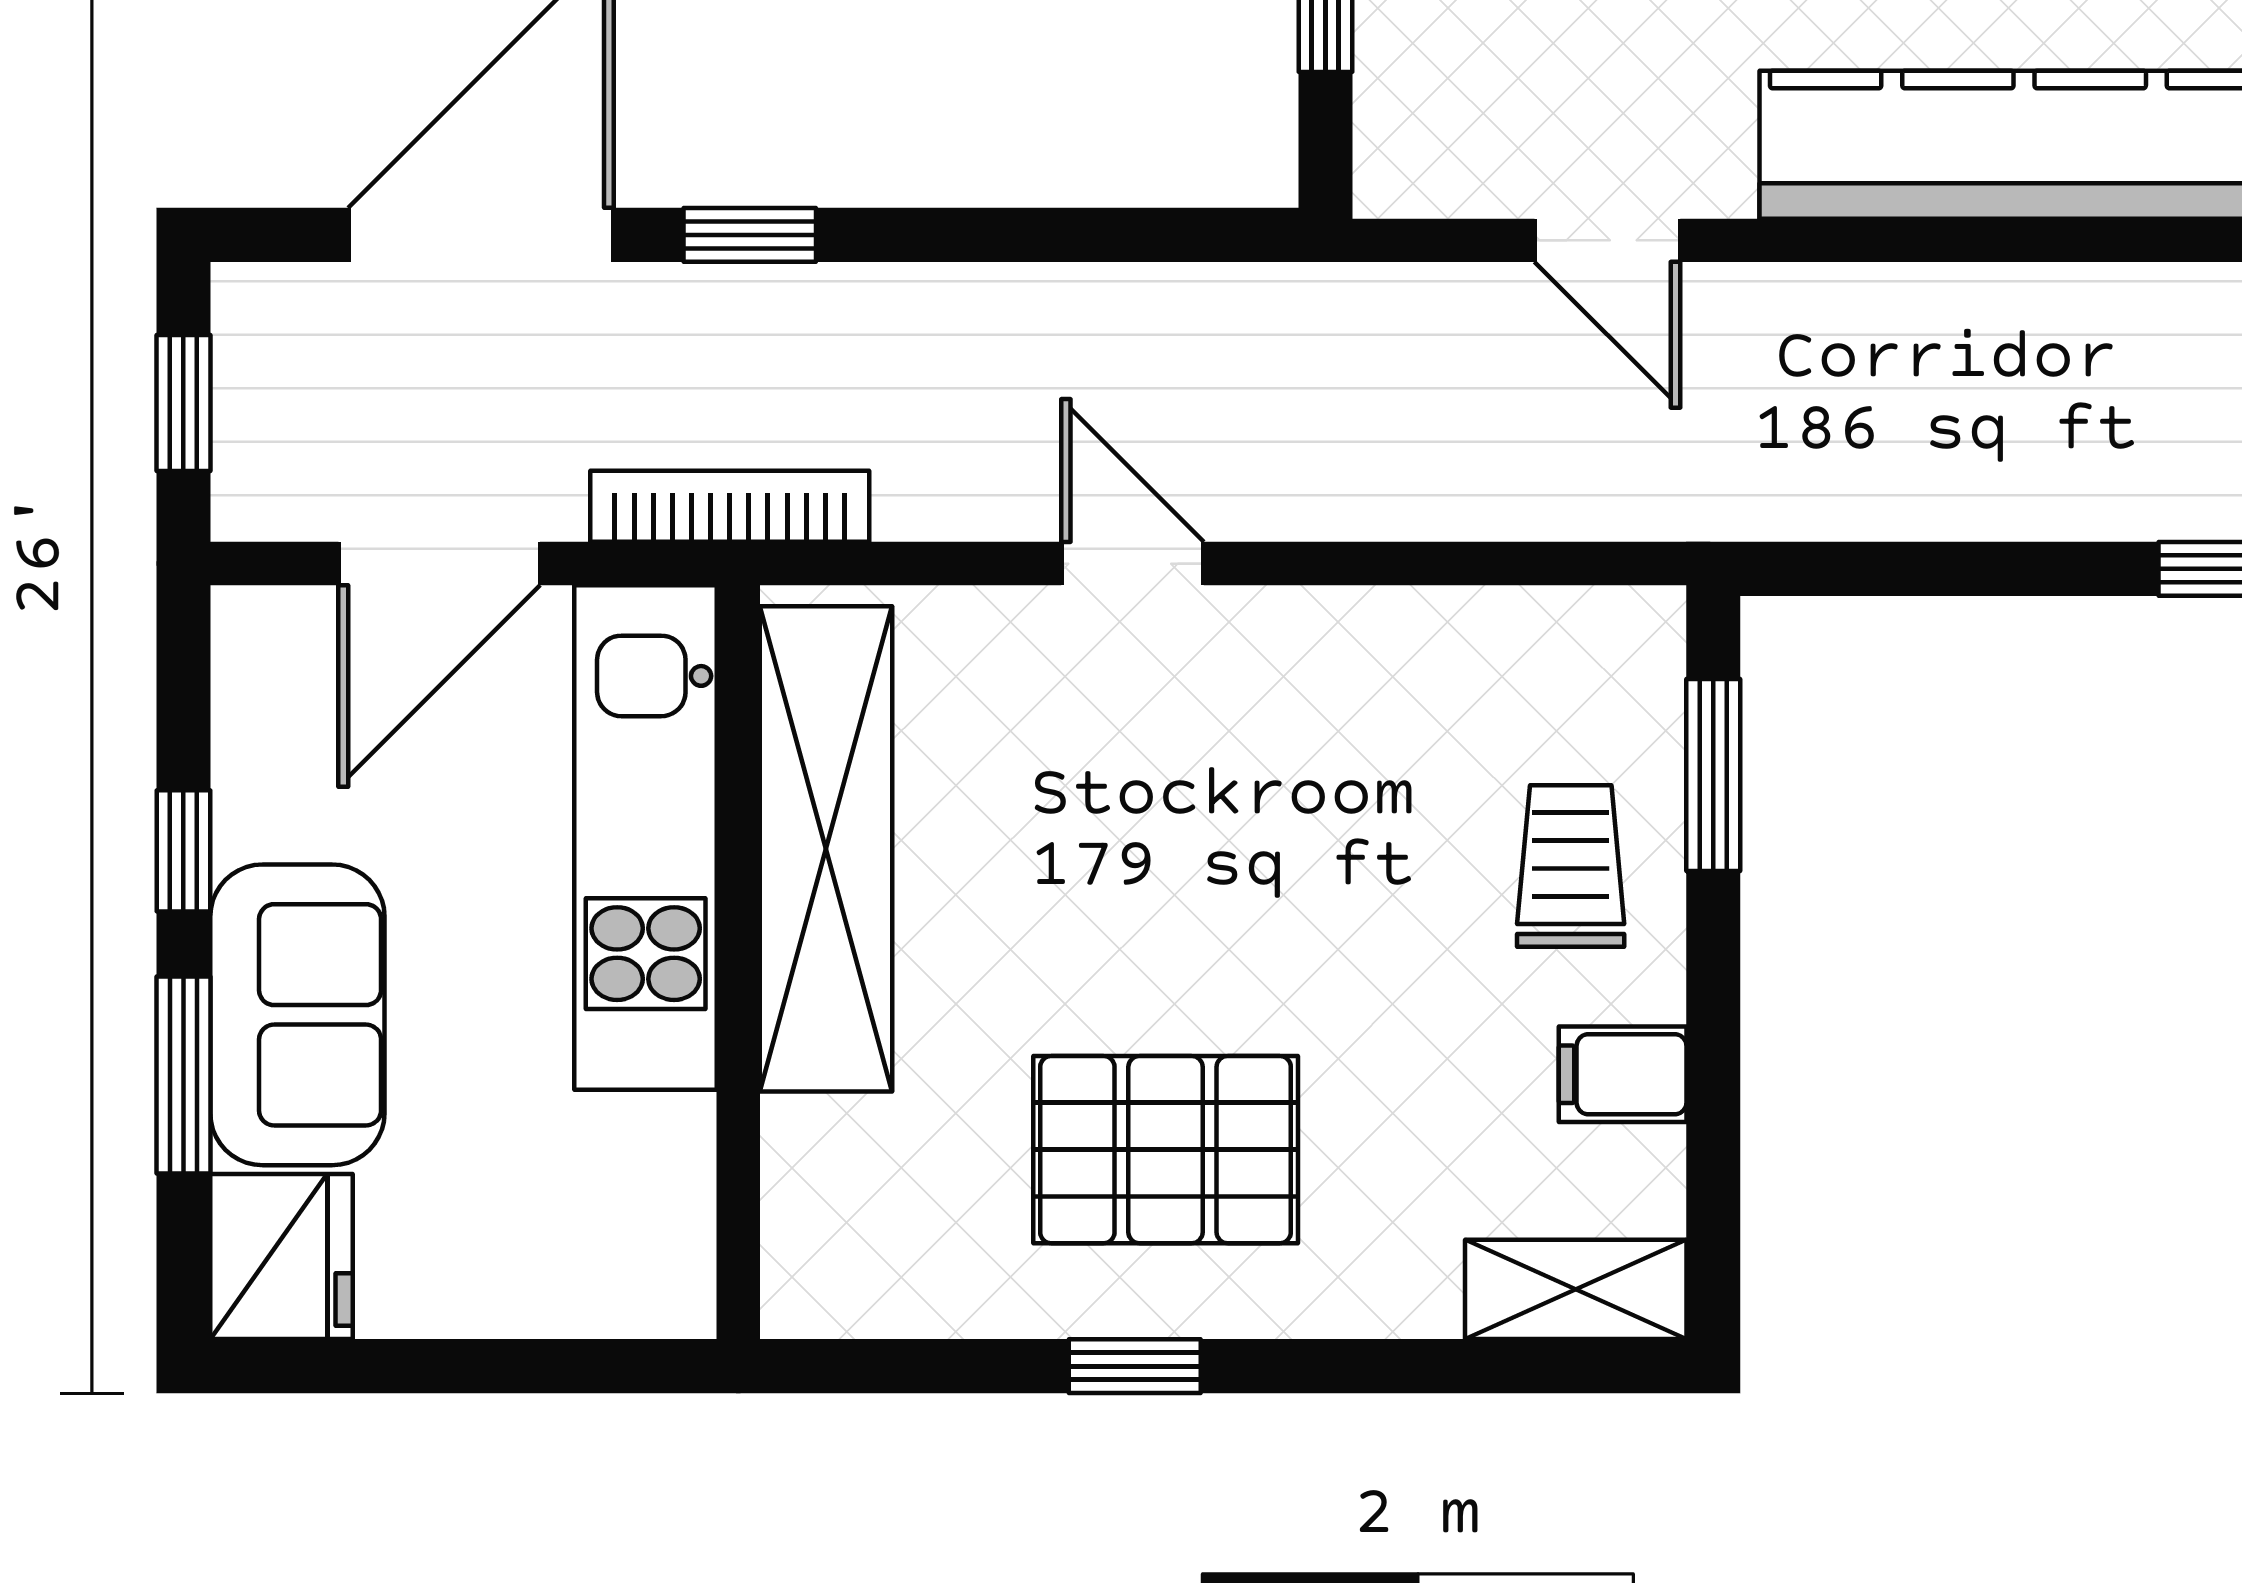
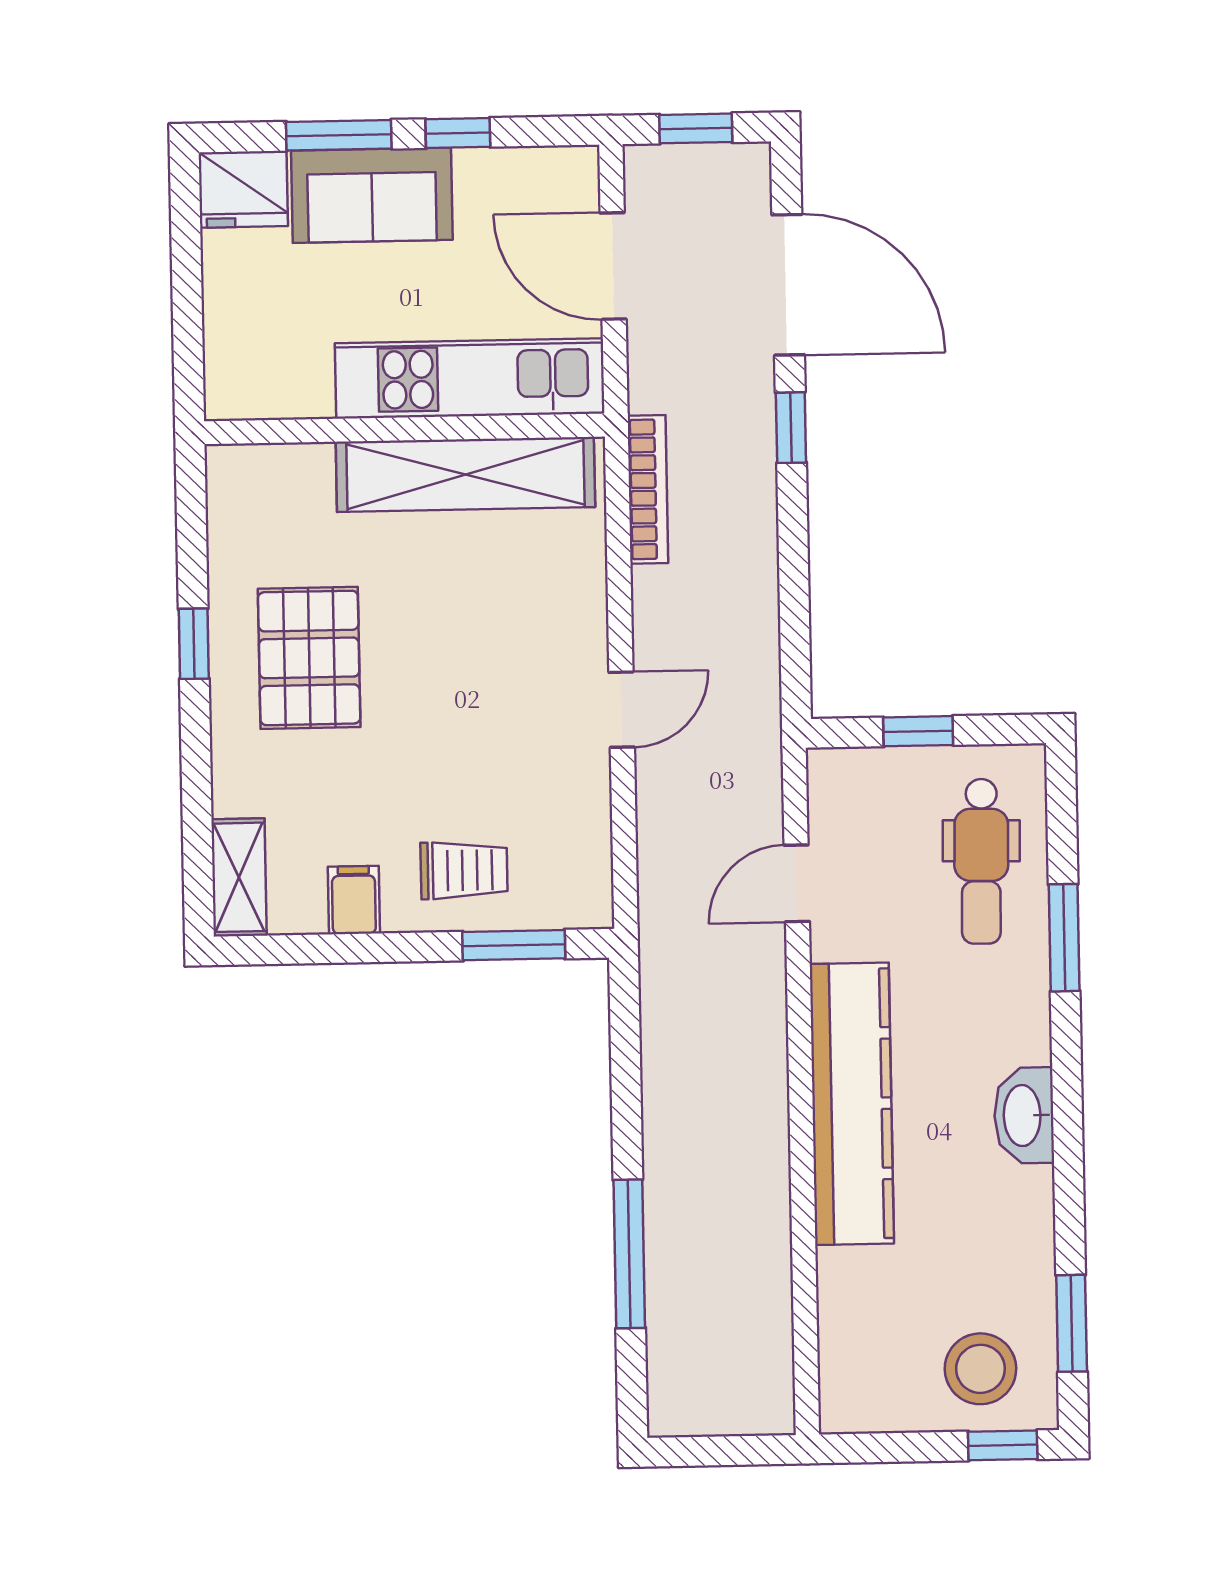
bookcase: (730, 506) -> (648, 489), moved
door: (1132, 564) -> (622, 710), moved

